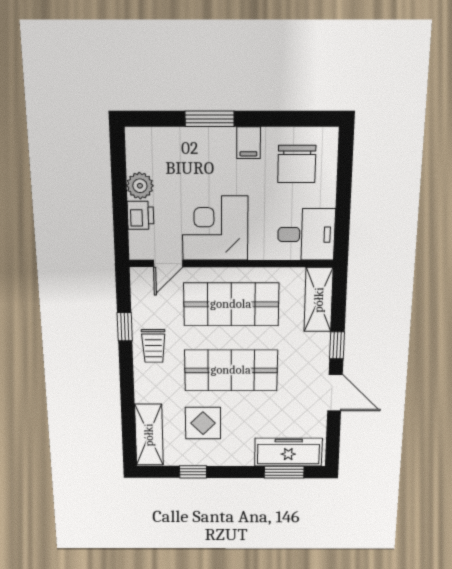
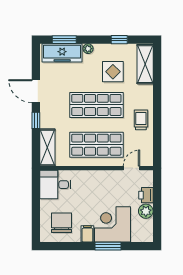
corner desk: (215, 228) -> (112, 224), moved, turned 180
window: (125, 327) -> (157, 131), removed
plant: (245, 459) -> (88, 49), added

